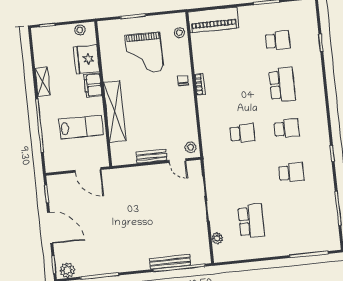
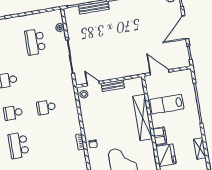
shelving: (43, 82) -> (200, 148), moved
door: (50, 228) -> (185, 27), hinge flipped

